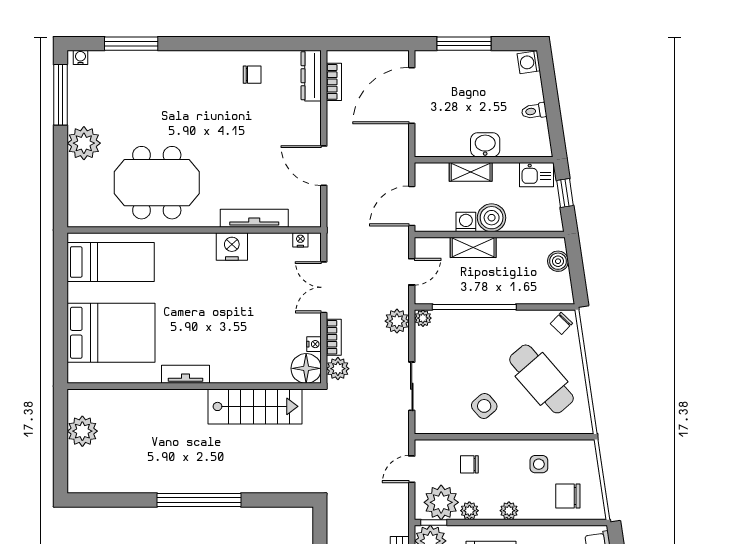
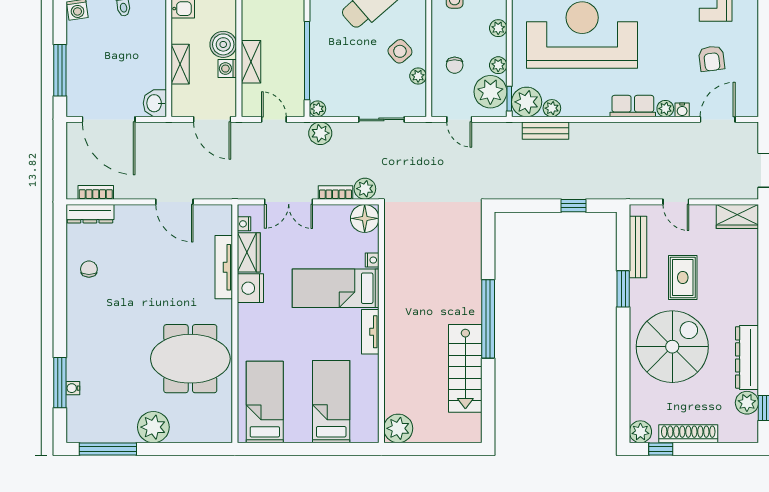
water cooler: (80, 57) -> (73, 388), moved
washbasin: (485, 145) -> (155, 103), moved
door: (324, 166) -> (174, 202), hinge flipped
meeting table: (157, 183) -> (190, 359), turned 90
wardrobe: (270, 245) -> (249, 252), added
bed: (111, 333) -> (331, 402), width x0.67
bed: (232, 337) -> (336, 288), added
nightstand: (314, 344) -> (372, 260), moved, turned 90
stairs: (255, 406) -> (465, 368), moved, turned 180
plant: (458, 425) -> (418, 76), added
plant: (82, 431) -> (398, 428), moved

